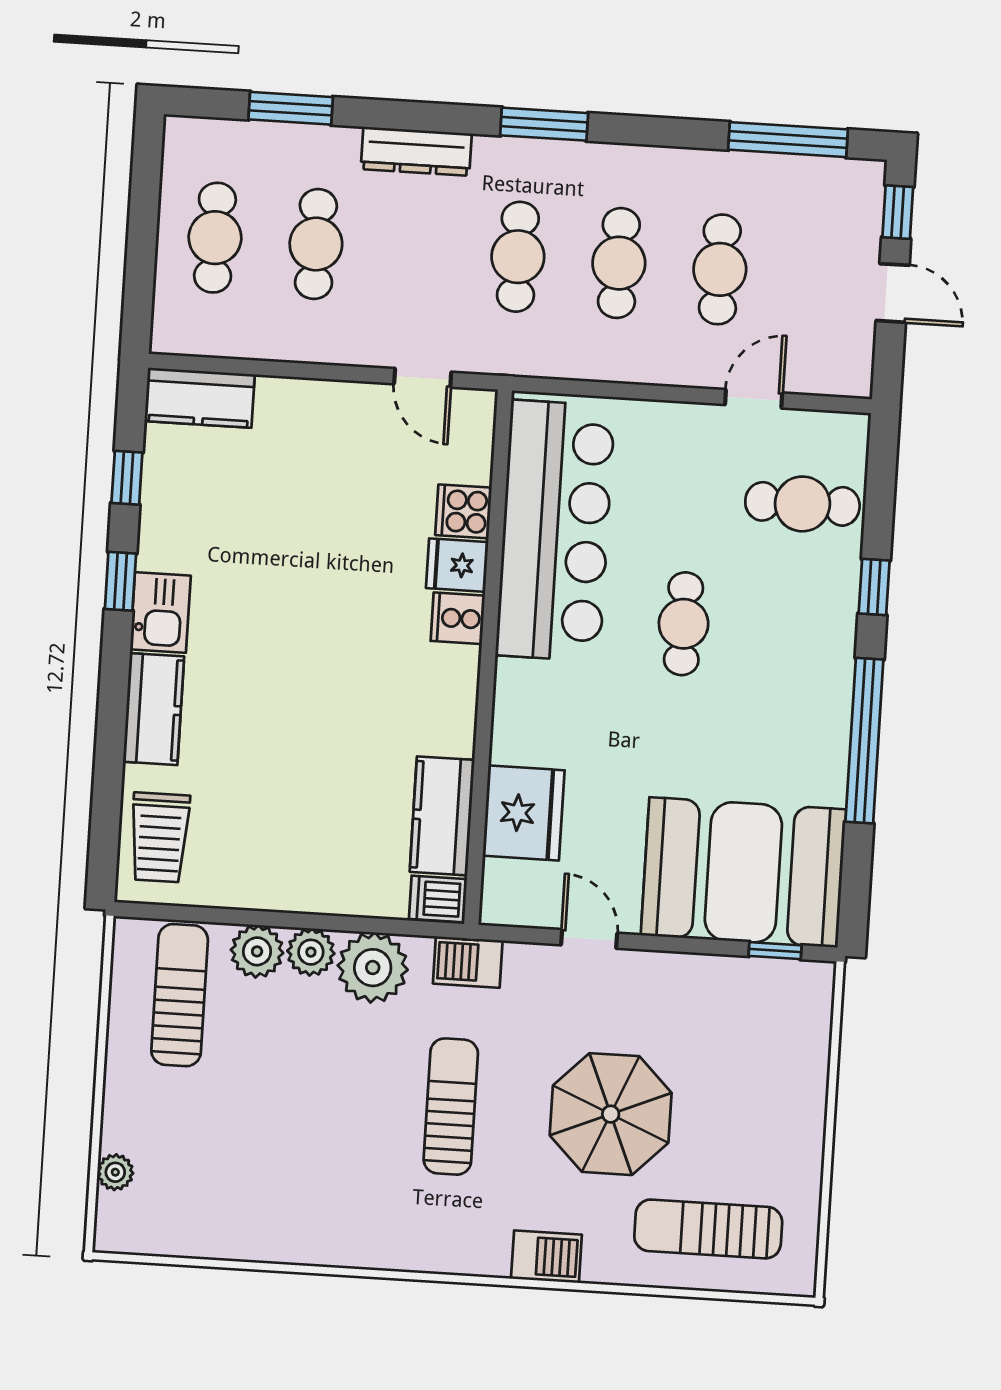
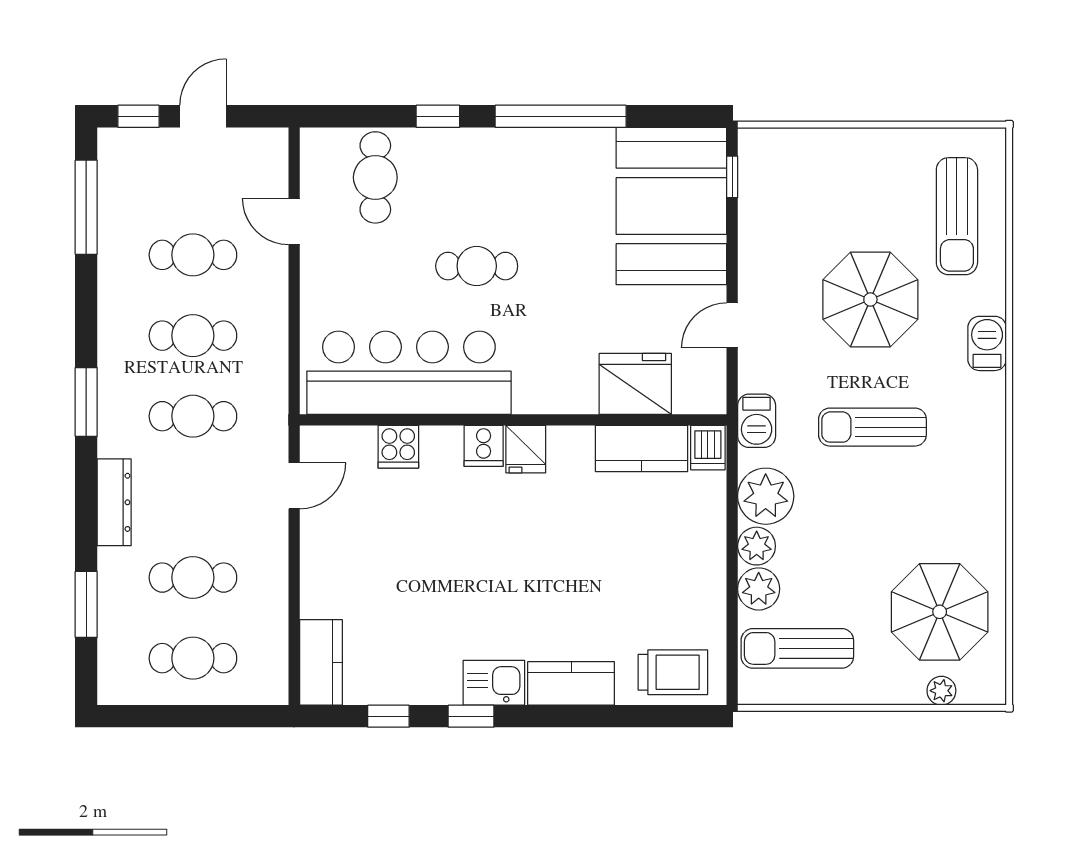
fridge: (457, 565) -> (526, 449), moved
parasol: (214, 1176) -> (940, 612), added

